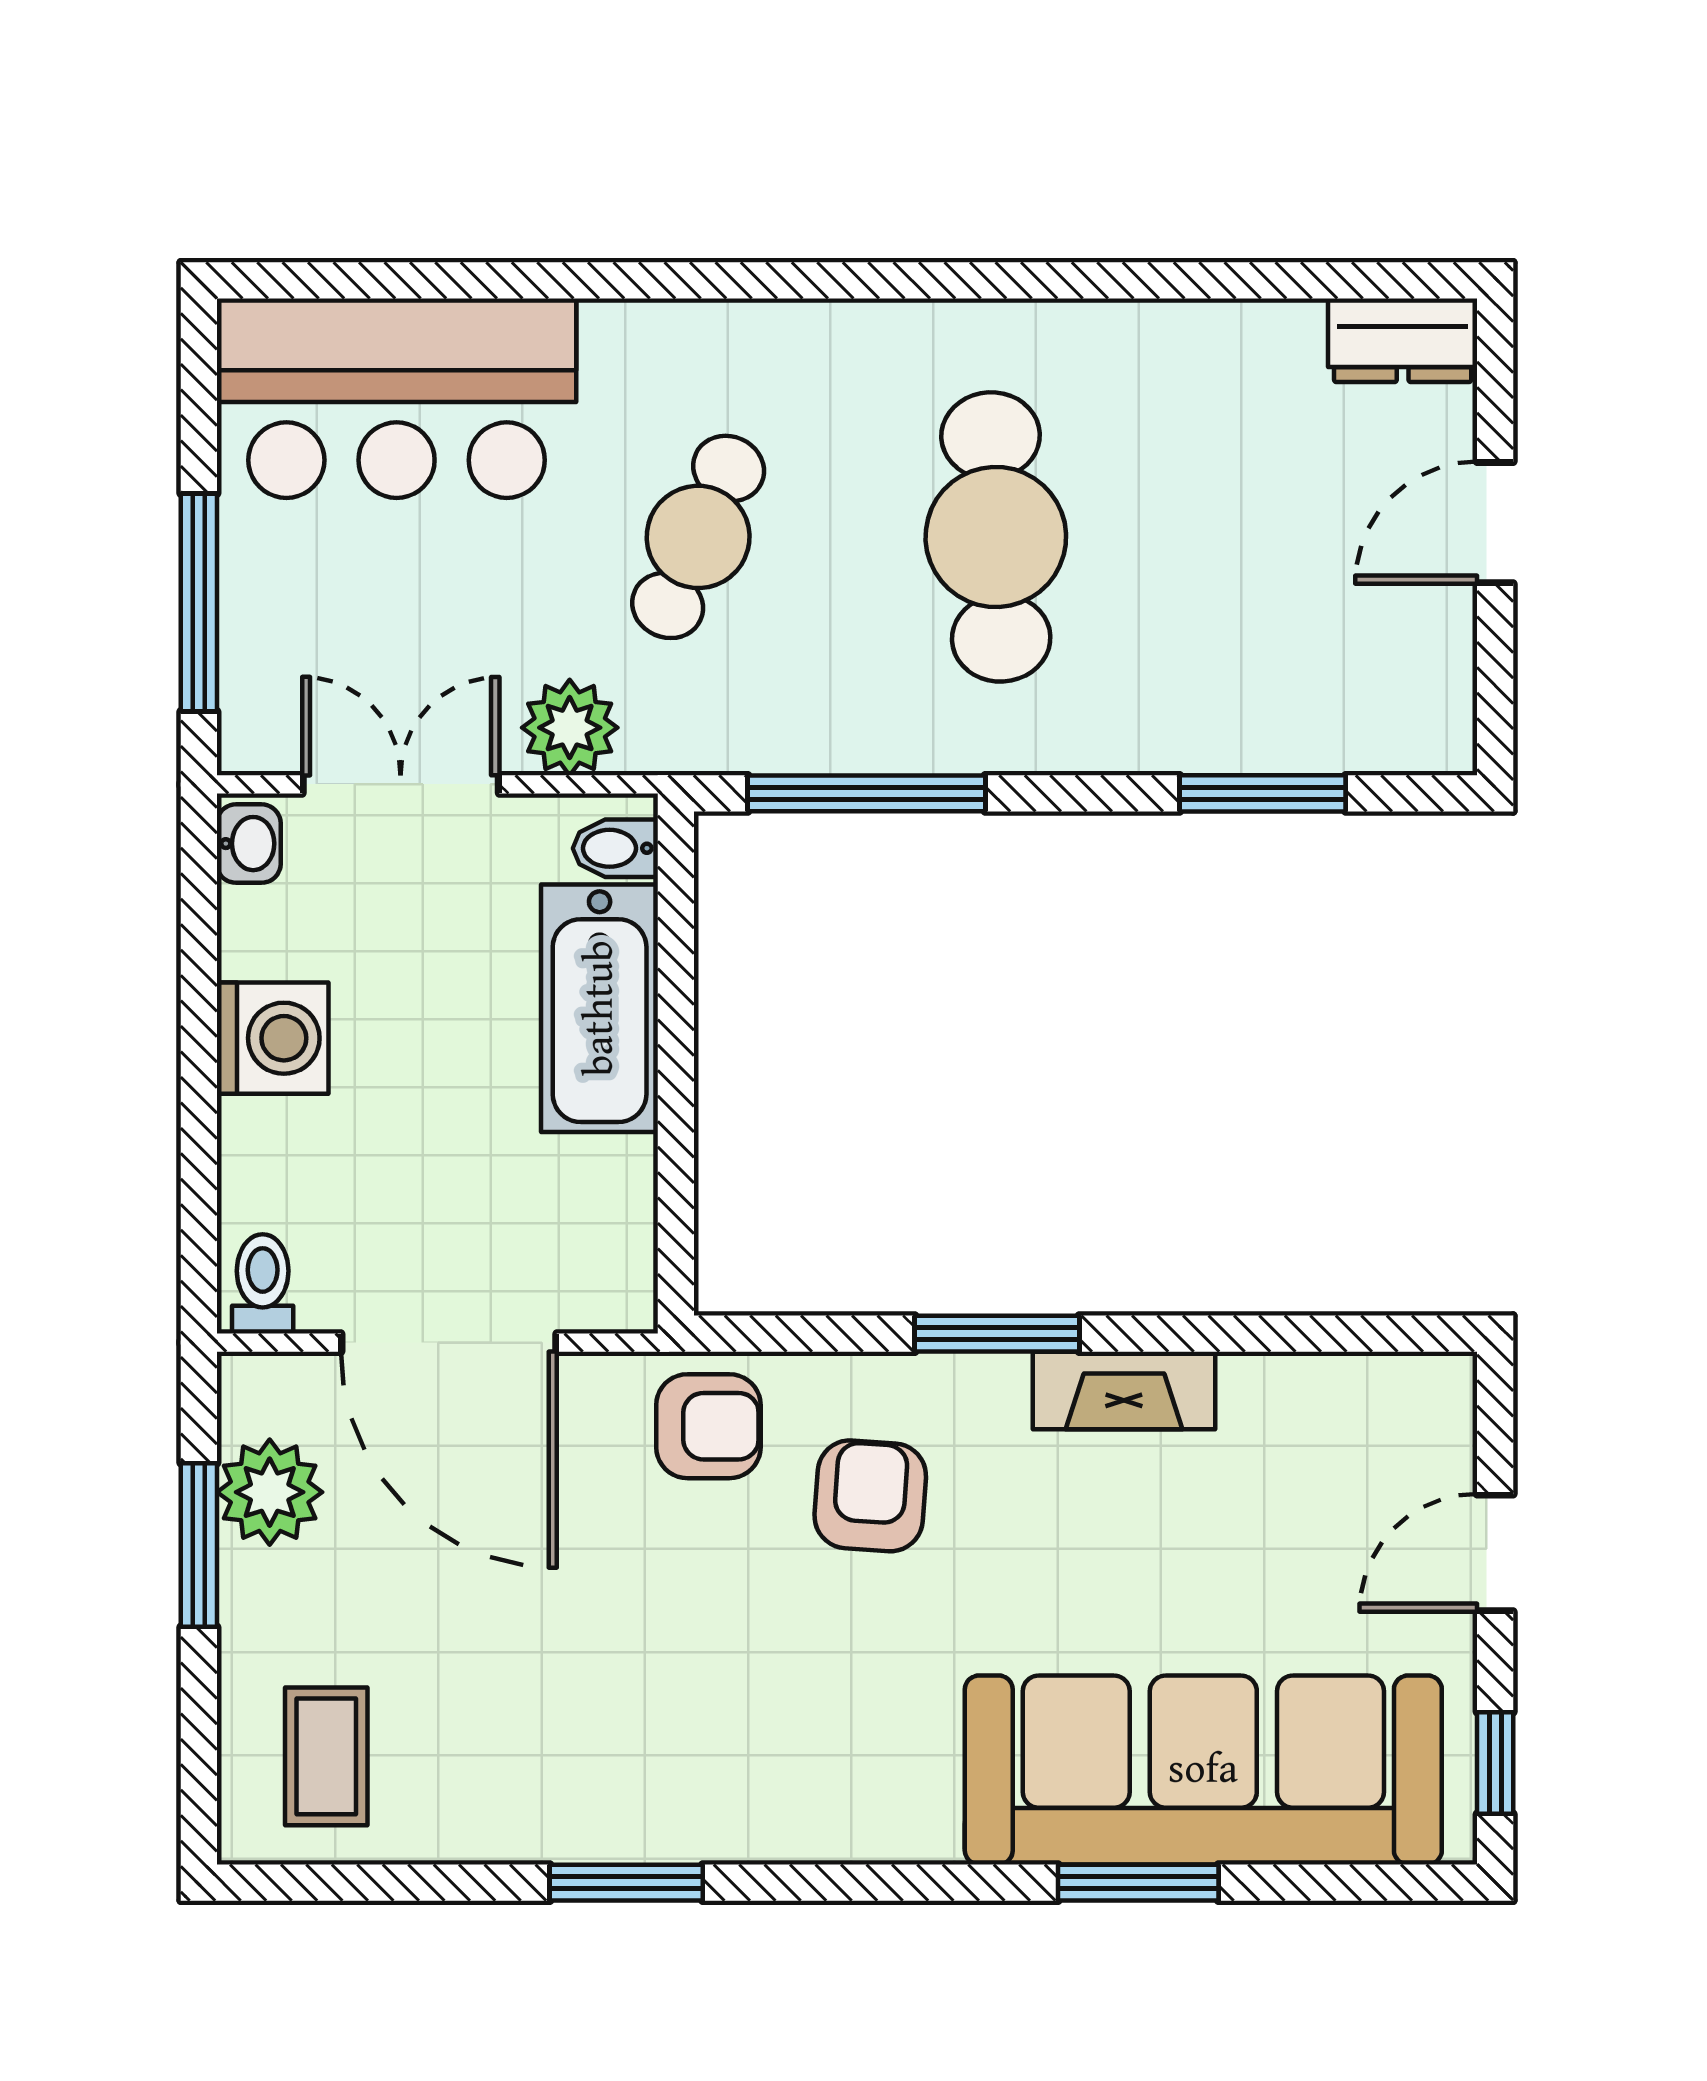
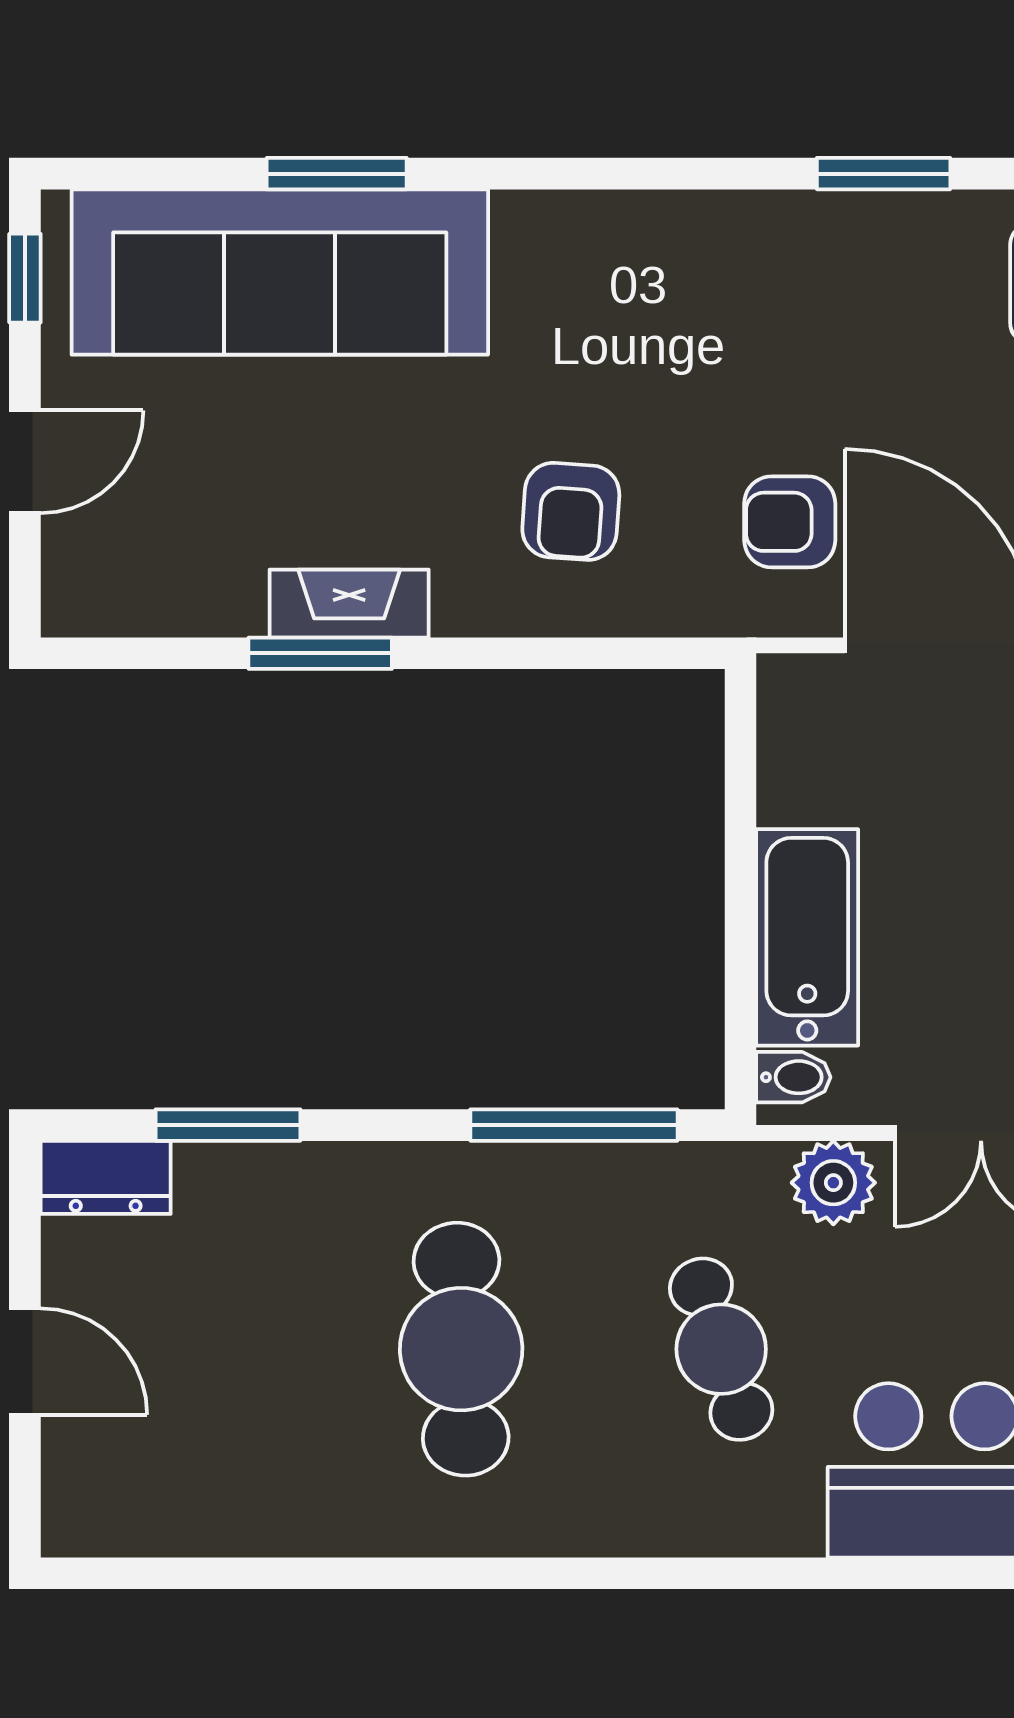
dresser: (1403, 340) -> (106, 1177), moved, turned 180
door: (1495, 523) -> (25, 1362), hinge flipped
cafe table: (698, 537) -> (721, 1349), turned -42
window: (997, 1334) -> (320, 653), moved
armchair: (708, 1426) -> (790, 522), moved
window: (626, 1883) -> (884, 174), moved

